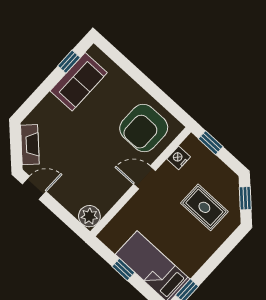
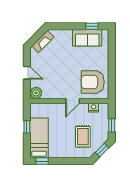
window: (211, 143) -> (112, 125), moved
door: (145, 177) -> (73, 101), swing flipped
door: (34, 188) -> (27, 73), moved

